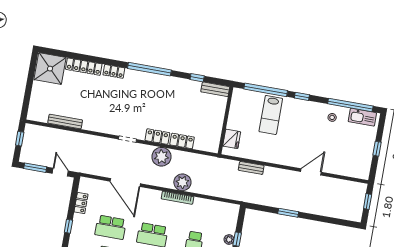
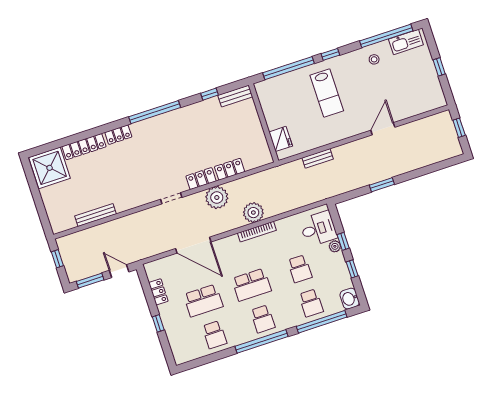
lab bench: (271, 115) -> (327, 93), moved
desk: (224, 220) -> (318, 229), added

